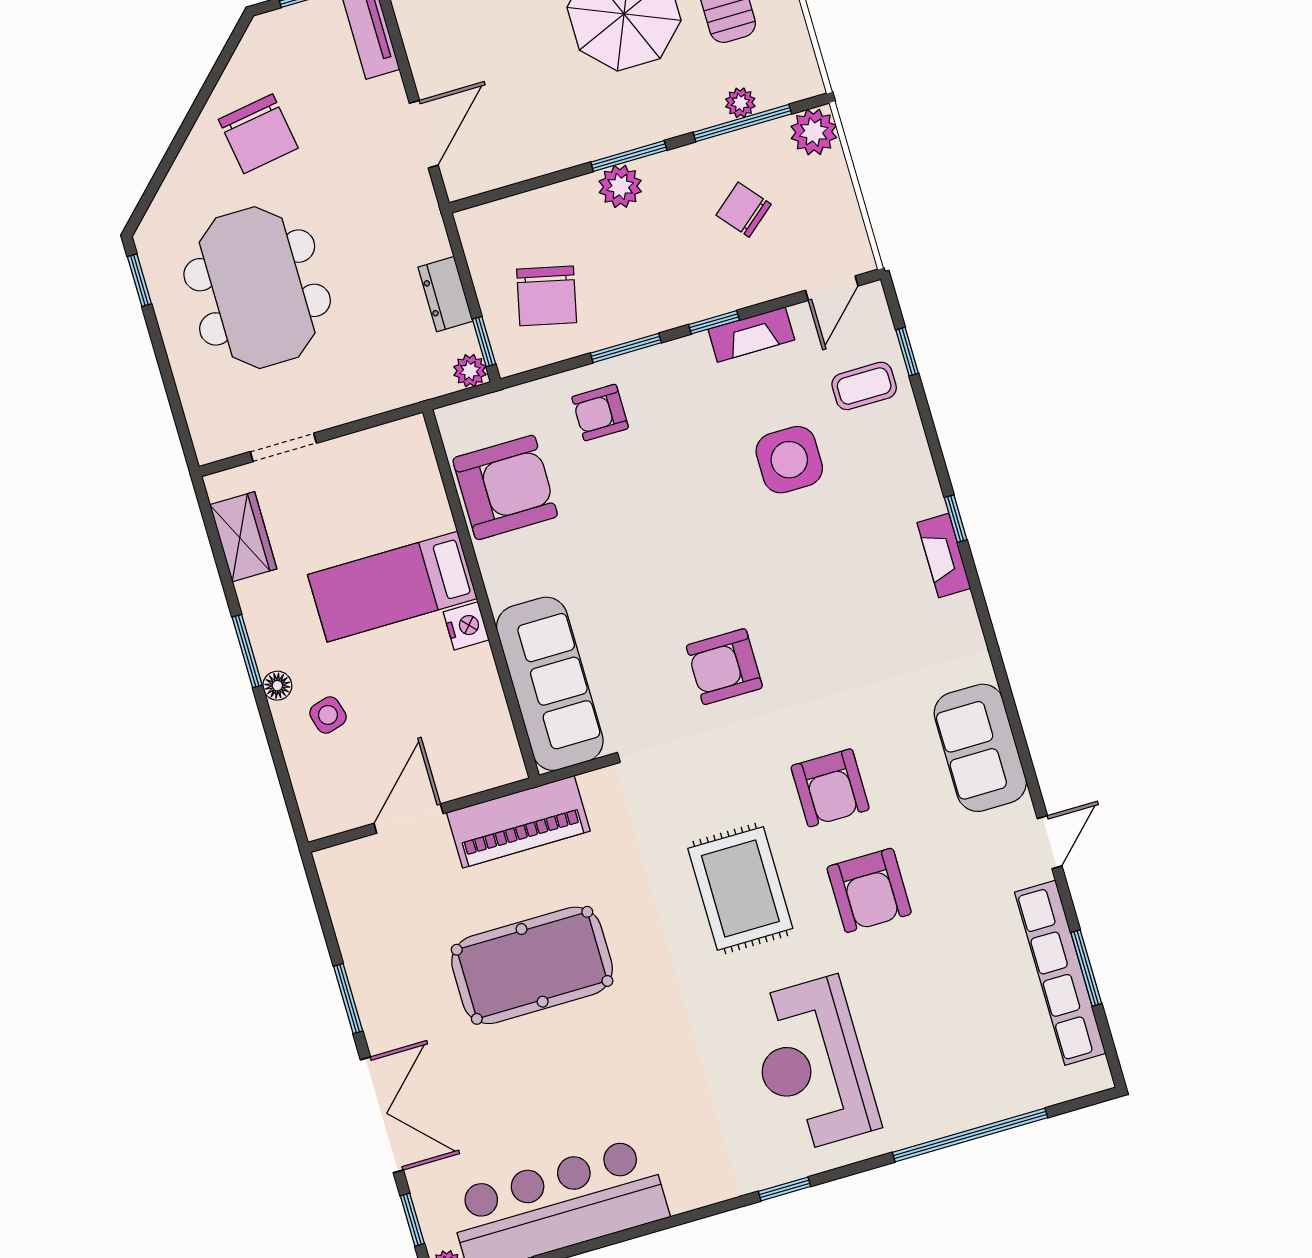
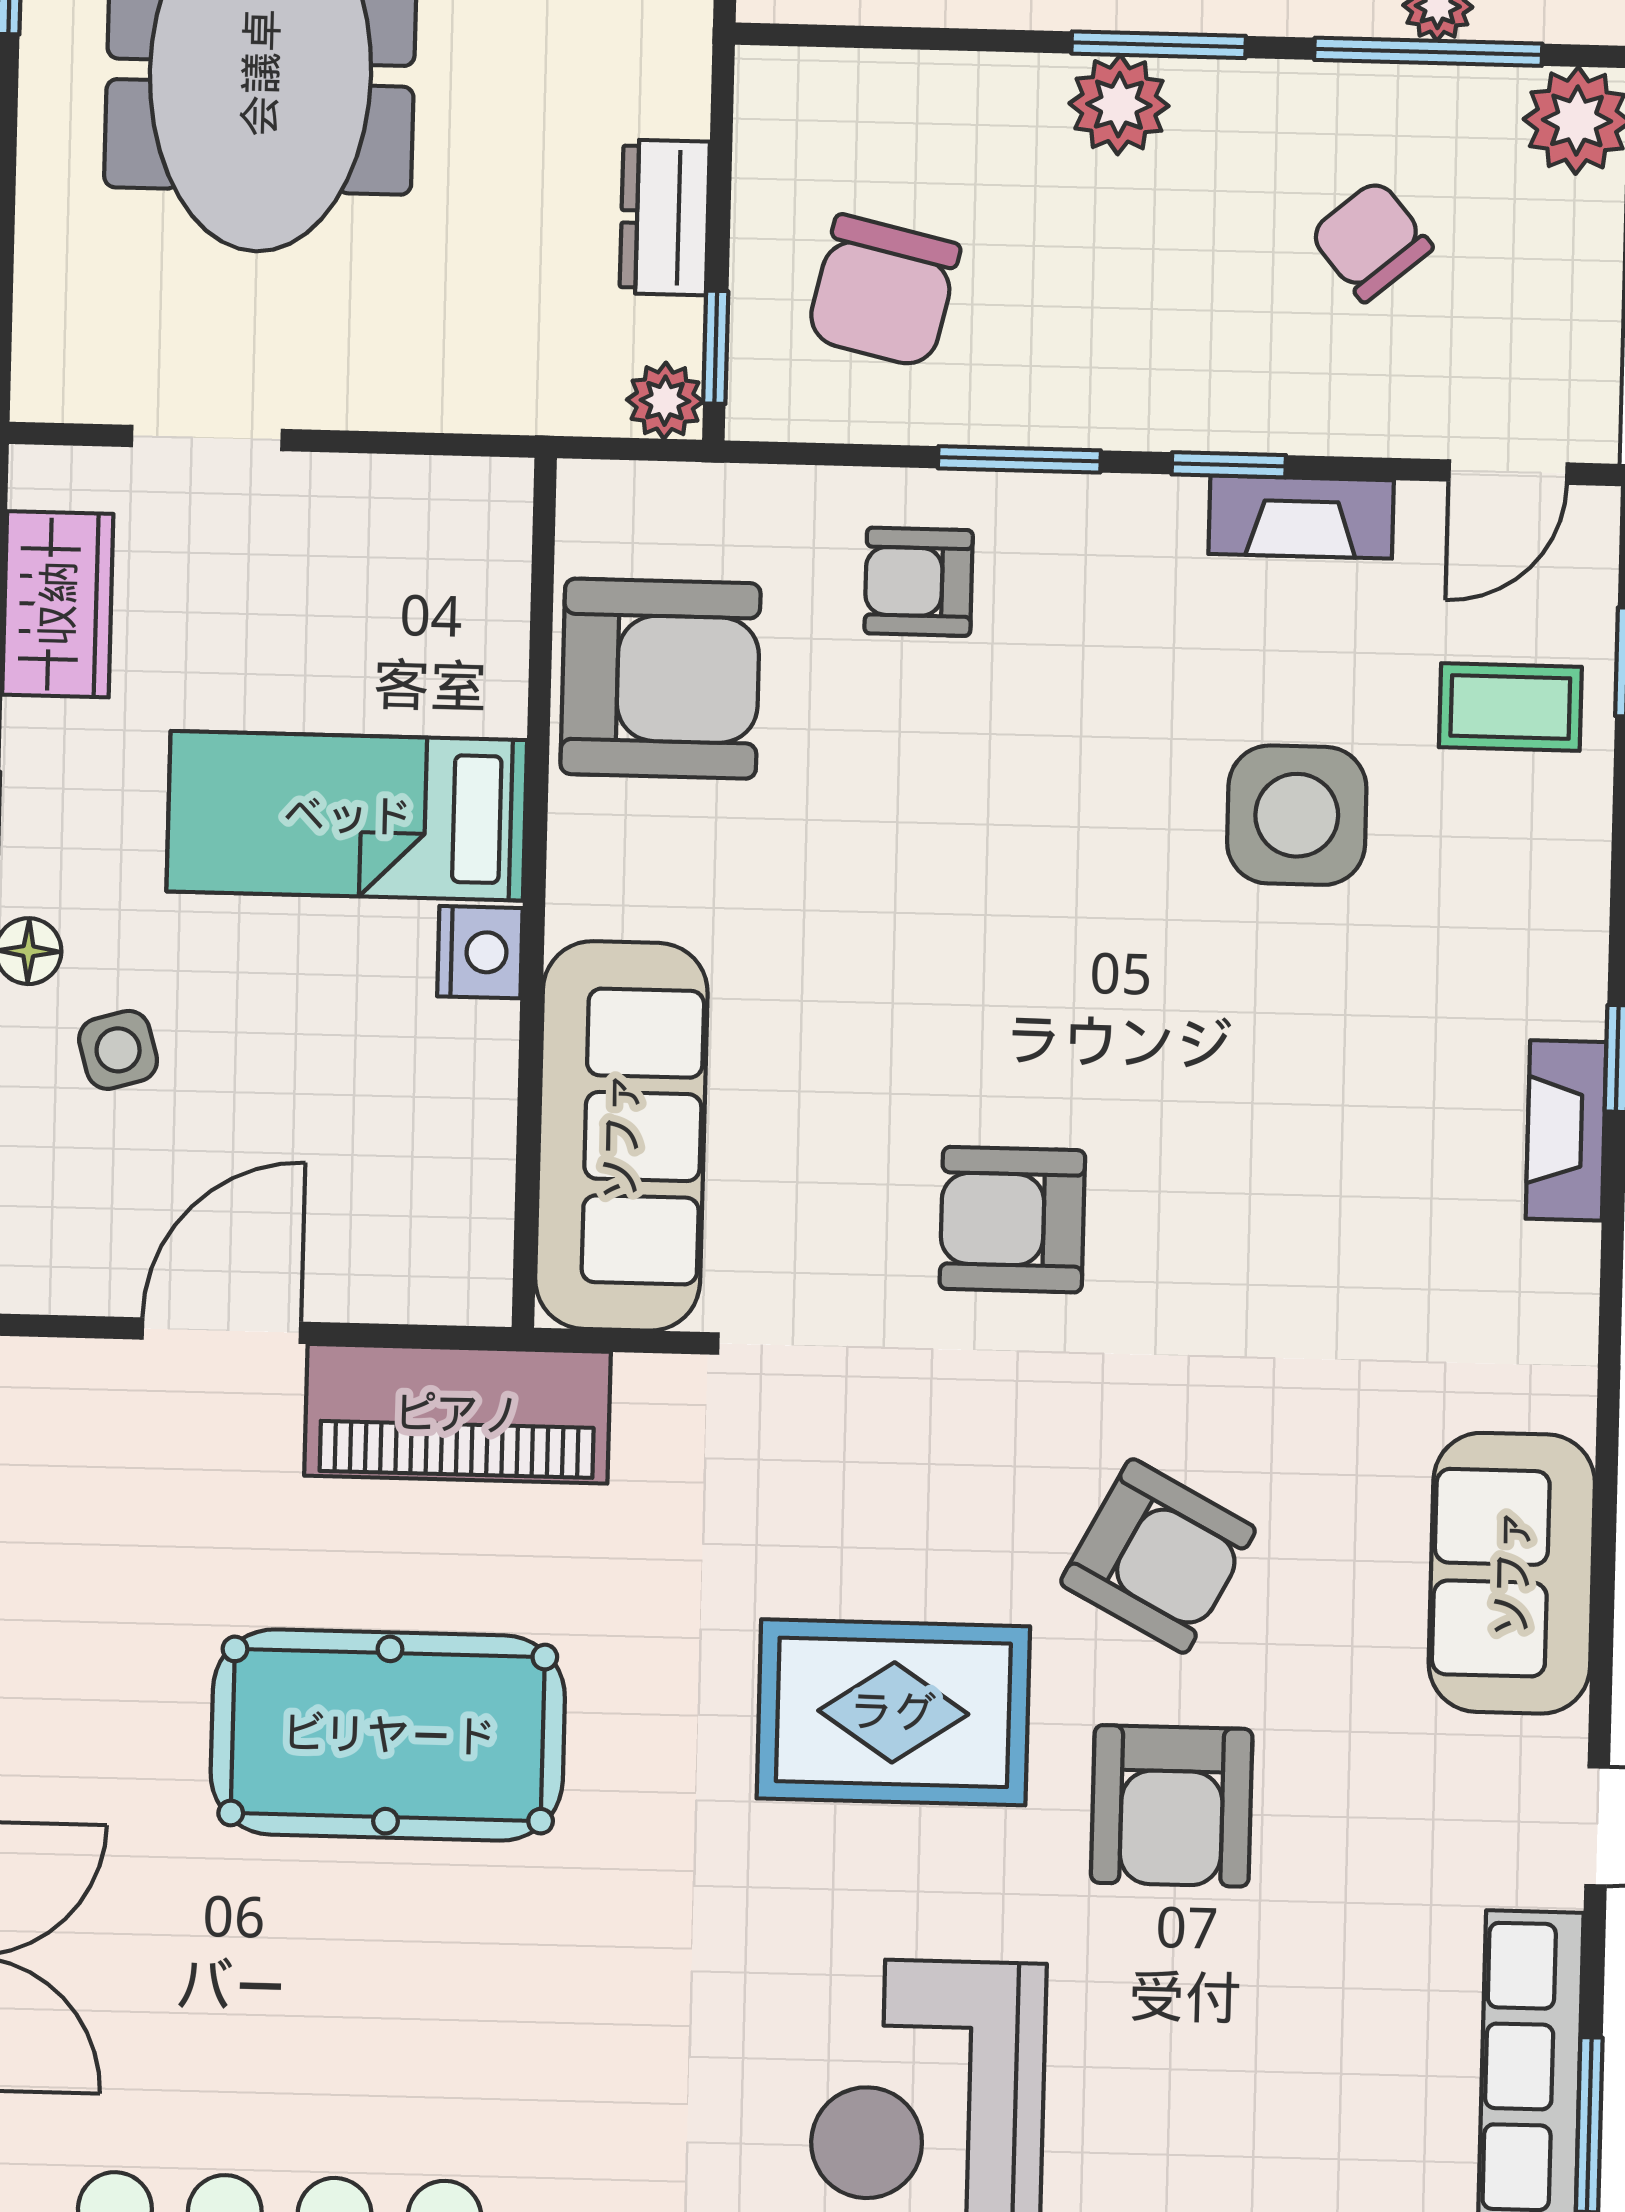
armchair: (830, 788) -> (1158, 1556), turned -62
rug: (740, 888) -> (893, 1712), turned 90

